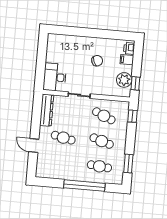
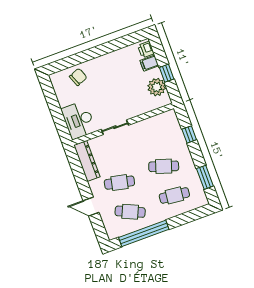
chair: (97, 61) -> (78, 77), moved
window: (135, 83) -> (167, 73), moved
cafe table: (104, 116) -> (130, 212), moved
window: (133, 116) -> (189, 134), moved
window: (84, 186) -> (144, 233), moved

